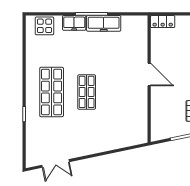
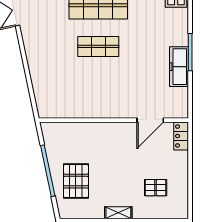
freezer: (74, 23) -> (179, 32), removed
door: (149, 75) -> (150, 120), moved

